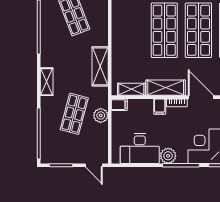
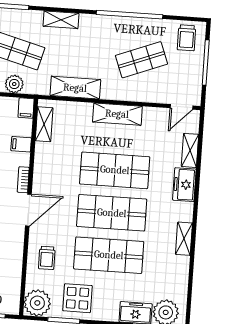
shelving: (166, 88) -> (117, 114), moved, turned 90
filing cabinet: (160, 107) -> (21, 144), moved

